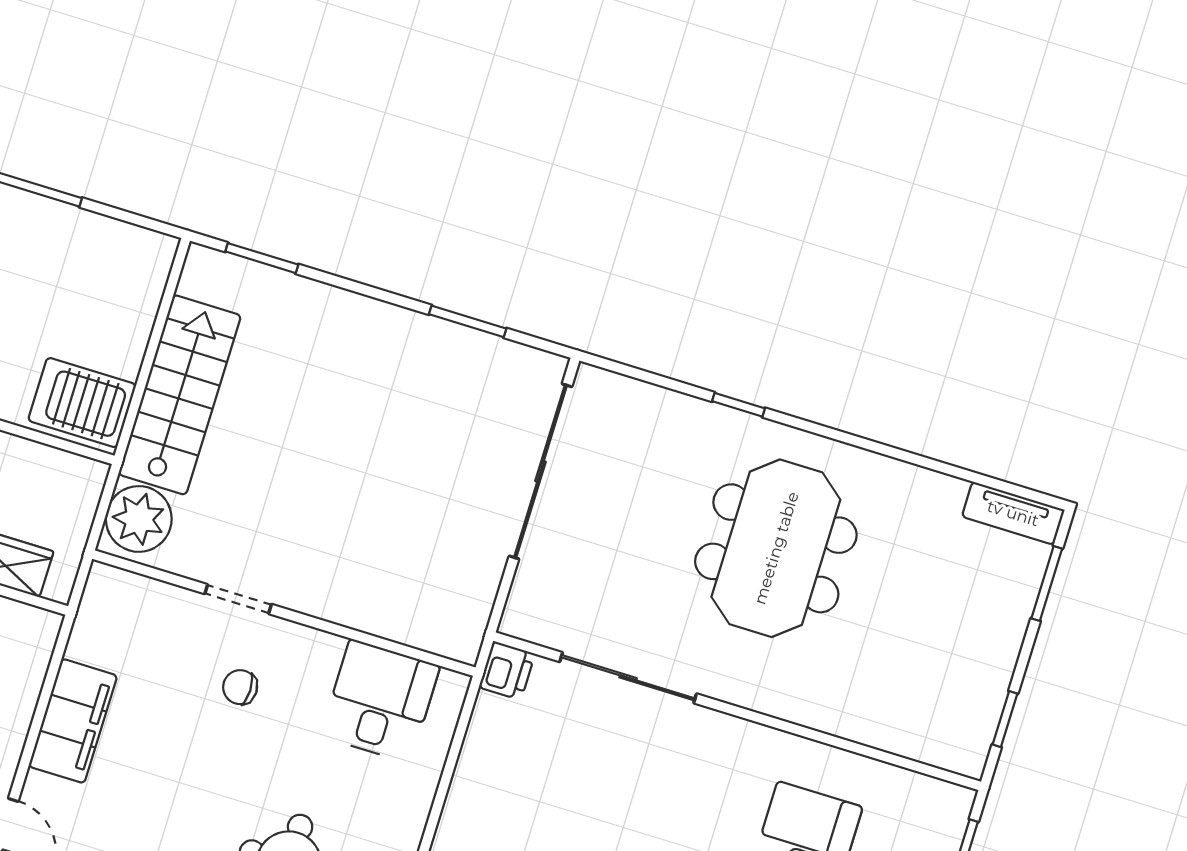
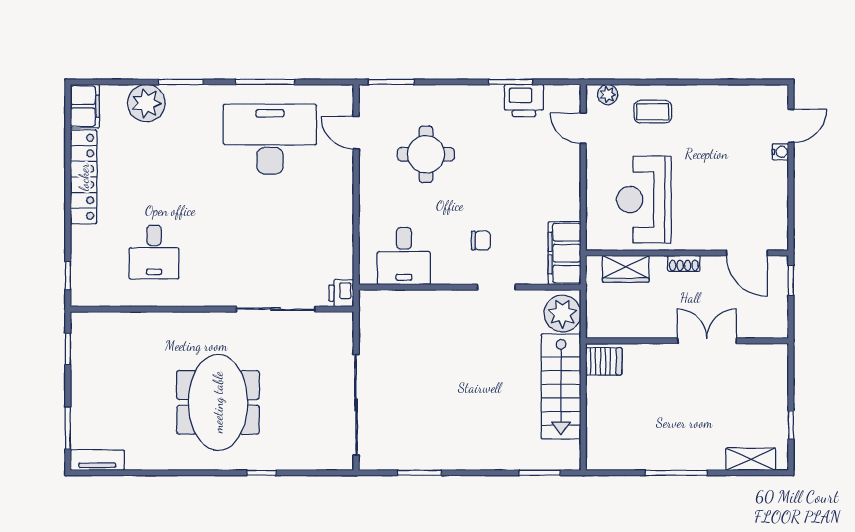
server rack: (82, 403) -> (604, 361), width x0.73, depth x0.70
filing cabinet: (73, 721) -> (564, 253), moved

